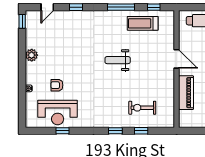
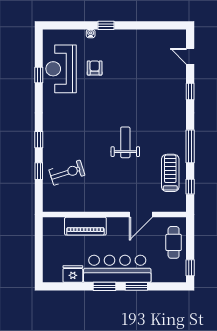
window: (22, 21) -> (106, 25), moved
plant: (32, 55) -> (131, 37), removed
door: (177, 59) -> (141, 215), moved
exercise bike: (142, 108) -> (67, 173), turned 72

